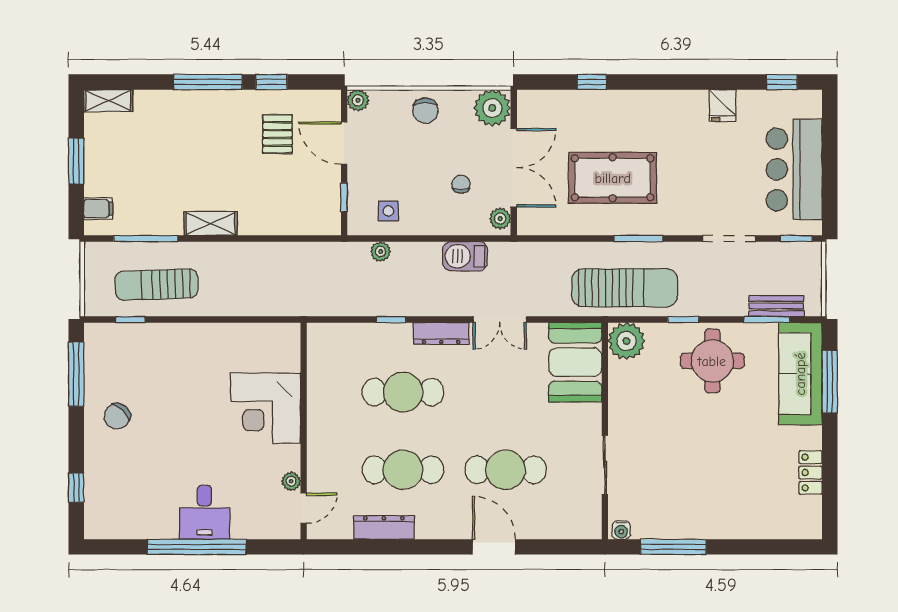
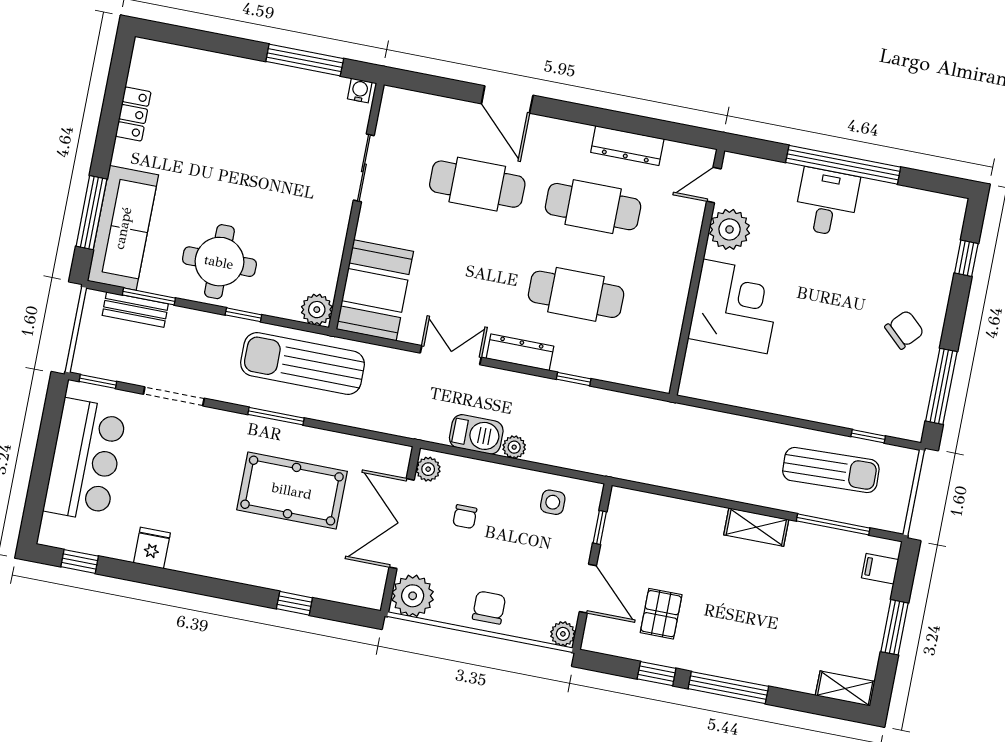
plant: (380, 252) -> (514, 447), moved
plant: (626, 341) -> (317, 310), width x0.73, depth x0.73
plant: (291, 481) -> (730, 229), width x1.88, depth x1.88

